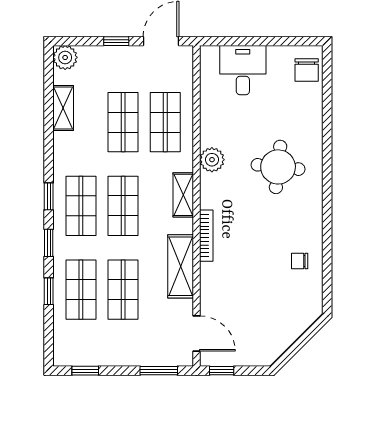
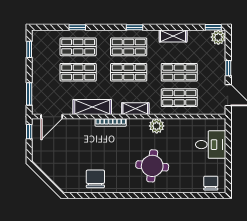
chair: (307, 70) -> (211, 183), turned 90
shelving: (63, 108) -> (173, 36), moved
window: (49, 243) -> (213, 27), moved
chair: (300, 261) -> (95, 179), width x1.87, depth x1.87

